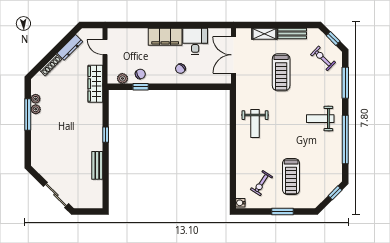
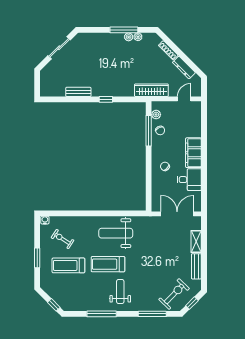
exercise bike: (323, 58) -> (174, 294), width x1.38, depth x1.39
treadmill: (281, 72) -> (108, 264), moved
window: (141, 87) -> (149, 131), width x2.17
weight bench: (255, 124) -> (116, 233), width x1.36, depth x1.33
window: (345, 139) -> (102, 314), width x0.68
sliding door: (56, 195) -> (59, 48), moved

